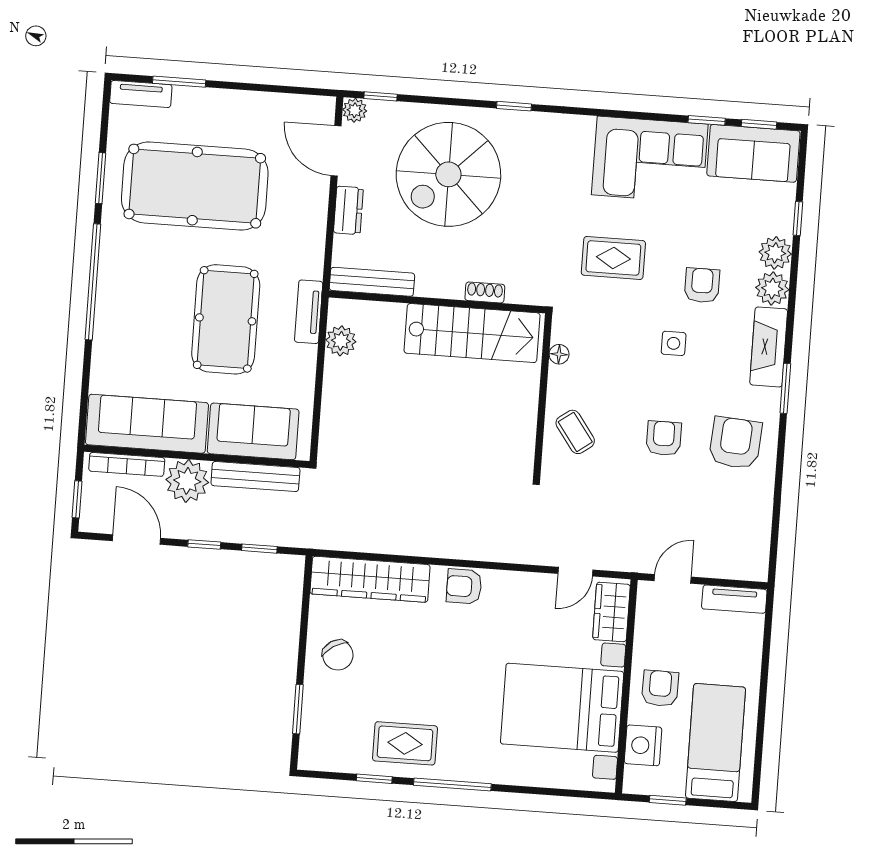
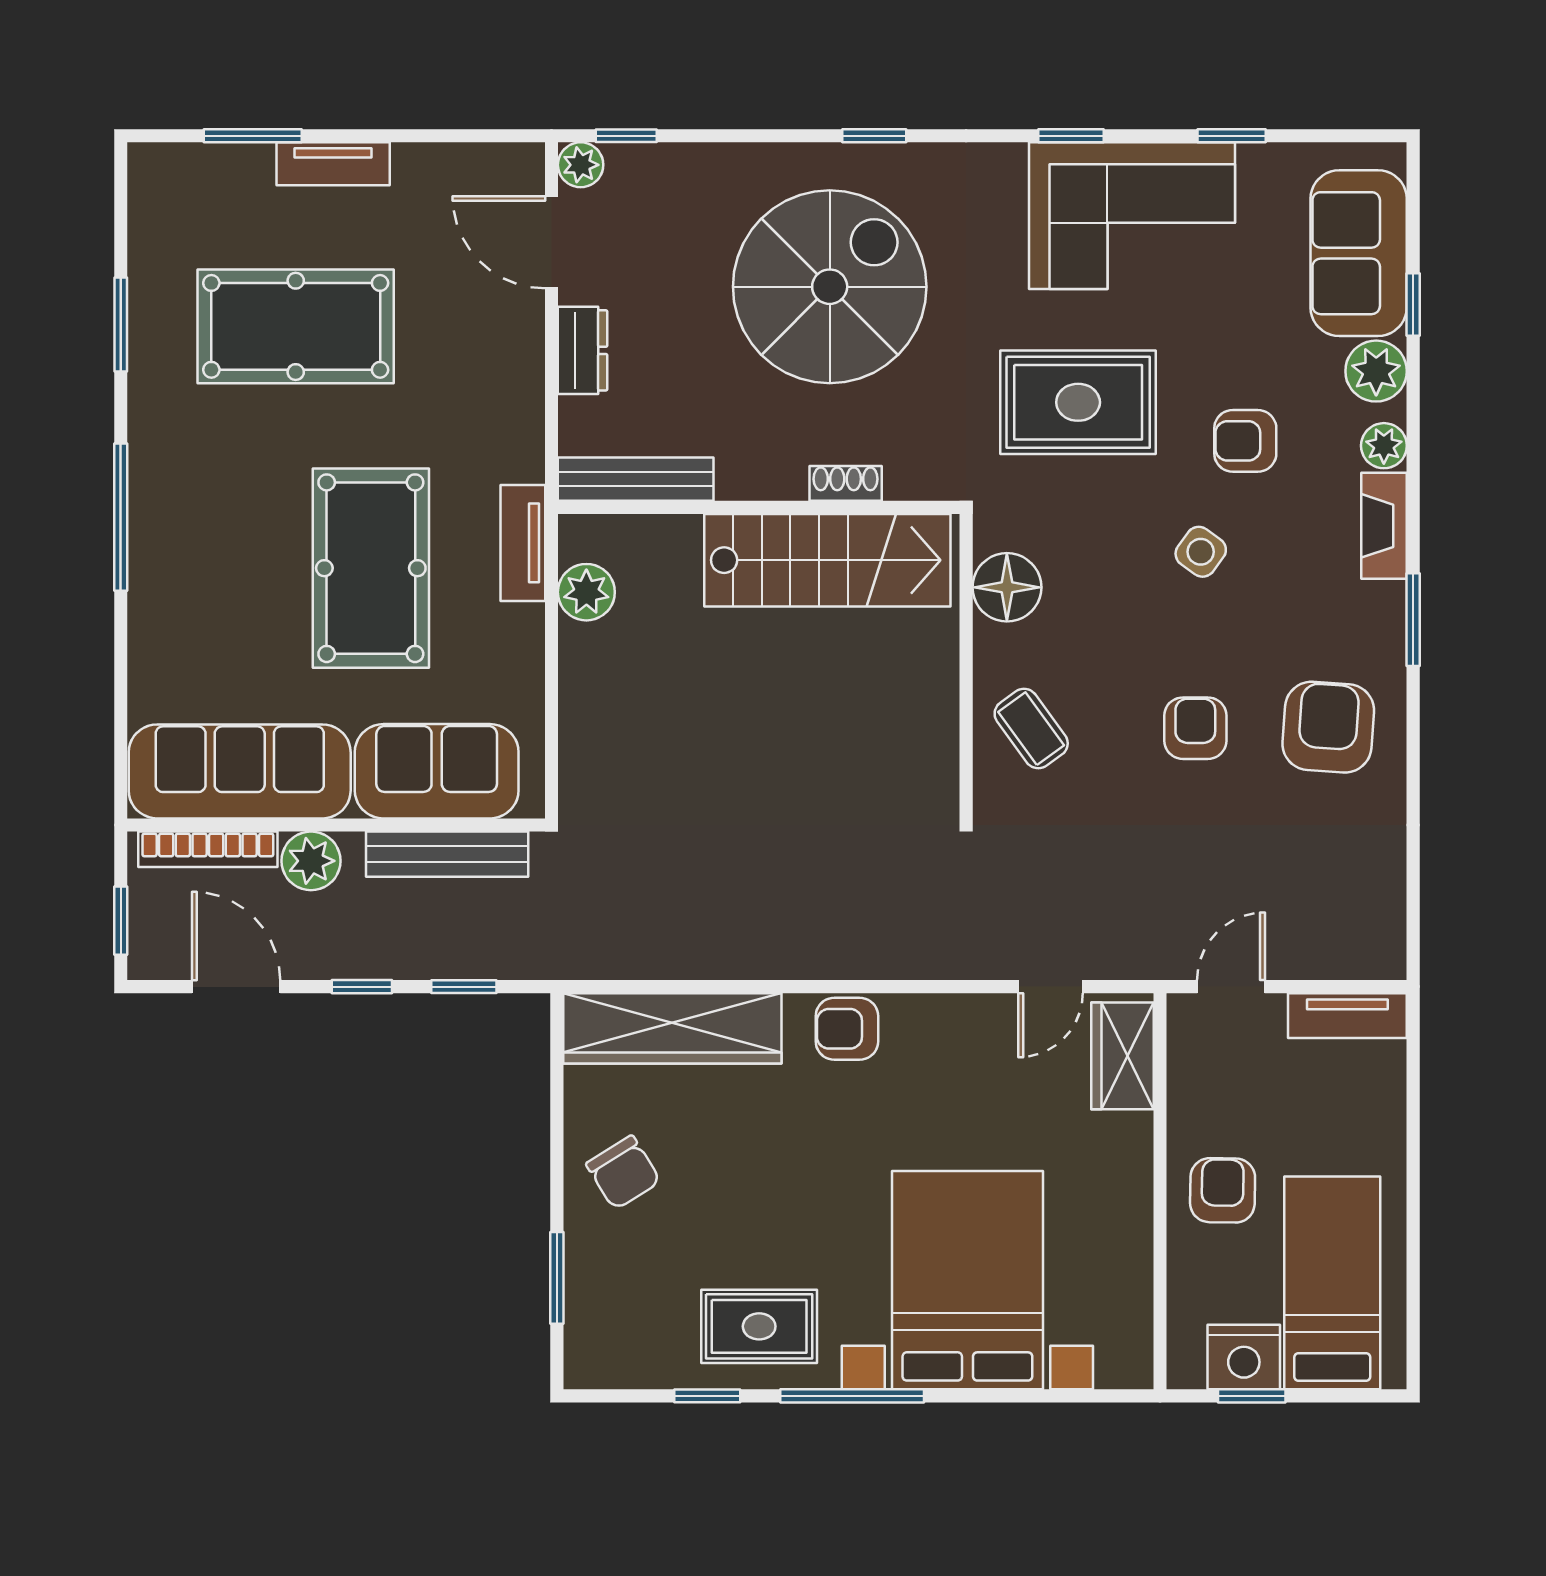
tv unit: (141, 94) -> (333, 164), moved
window: (759, 124) -> (1071, 136), moved
sofa: (753, 153) -> (1359, 253), moved, turned 90
spiral stairs: (448, 174) -> (830, 287), moved, turned 180
pool table: (195, 186) -> (296, 326), width x0.73, depth x0.76
rug: (613, 258) -> (1078, 402), width x1.36, depth x1.43
window: (93, 282) -> (121, 517), width x0.68
armchair: (702, 285) -> (1245, 441), turned -90
plant: (772, 289) -> (1384, 446), width x0.73, depth x0.73
side table: (674, 343) -> (1201, 552), turned 36
fireplace: (769, 347) -> (1384, 526), width x0.73, depth x0.76
floor lamp: (559, 354) -> (1007, 587), width x1.89, depth x1.89
plant: (187, 481) -> (311, 861), width x0.73, depth x0.73
bed with nightstands: (562, 708) -> (967, 1280), moved, turned 90
nightstand: (643, 745) -> (1244, 1357), moved, turned -90

